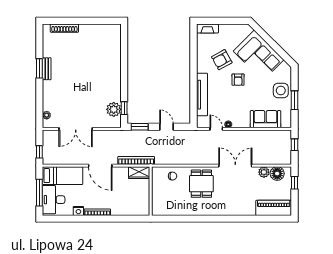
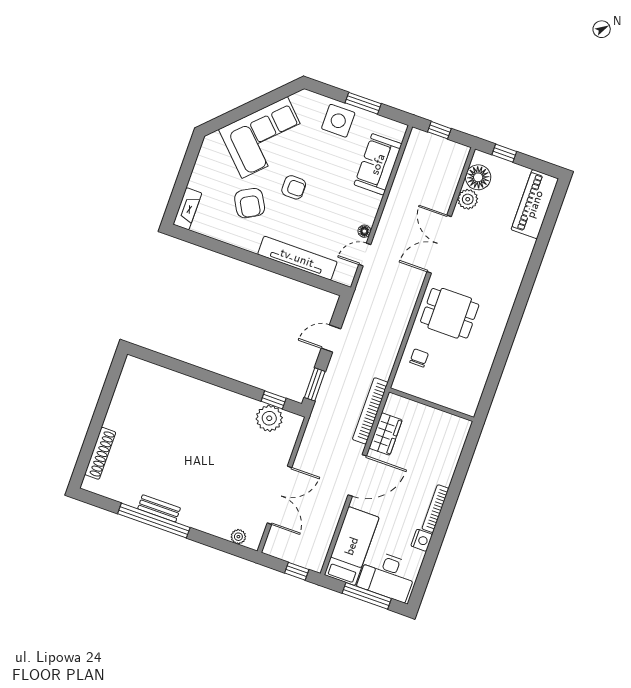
window: (39, 68) -> (154, 521), width x2.11
wardrobe: (139, 173) -> (386, 434), moved

